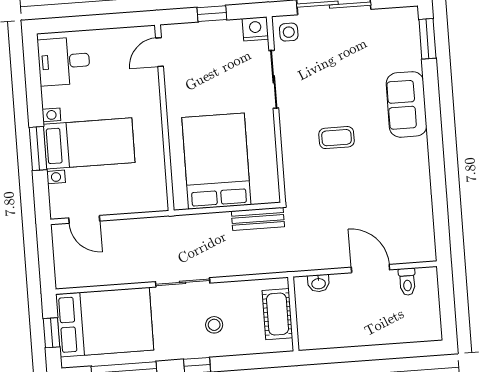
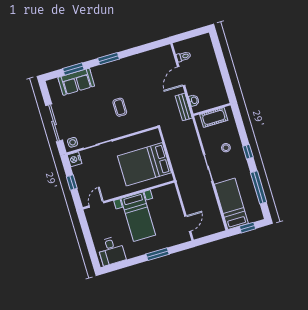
window: (427, 39) -> (73, 69), moved
door: (160, 52) -> (96, 204), swing flipped
sofa: (407, 104) -> (76, 82), moved
window: (435, 136) -> (108, 59), added
bed with nightstands: (89, 143) -> (138, 217), moved, turned 180
bench: (258, 219) -> (184, 107), moved
bed: (105, 322) -> (231, 204), width x0.67

